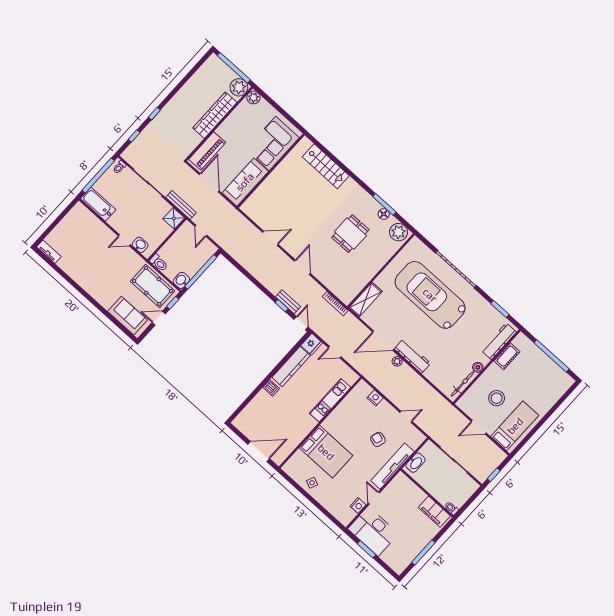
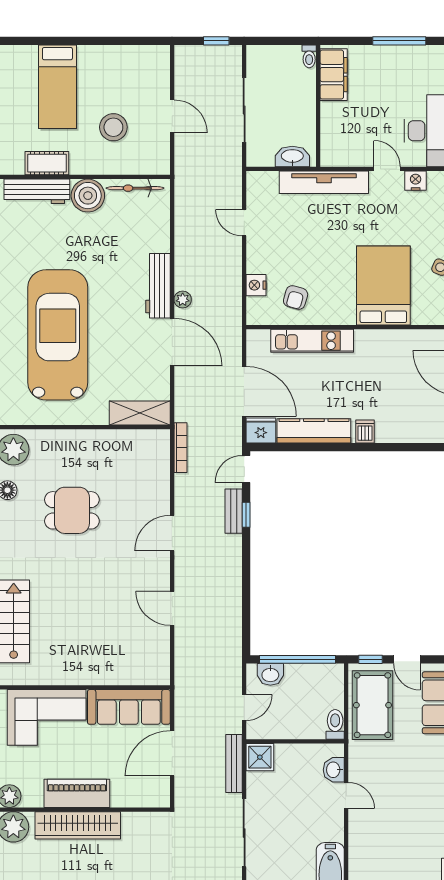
piano: (207, 151) -> (77, 793), moved
washbasin: (181, 280) -> (270, 674), moved
car: (430, 295) -> (58, 335), turned 180
door: (335, 352) -> (244, 391), width x1.88
boiler: (478, 367) -> (88, 196), width x1.86, depth x1.86
bed: (515, 426) -> (57, 87), moved, turned -90
armchair: (378, 439) -> (296, 298), moved
door: (374, 498) -> (387, 169), swing flipped

